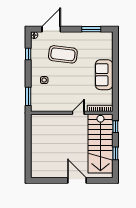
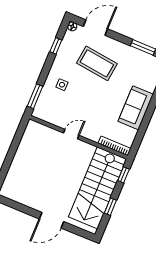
door: (78, 113) -> (71, 134), moved
door: (77, 180) -> (52, 220), swing flipped

